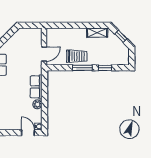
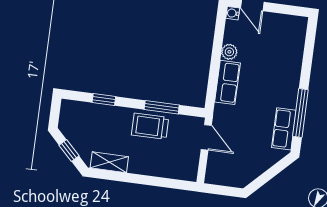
door: (44, 54) -> (206, 137), swing flipped
window: (82, 68) -> (162, 107), moved

